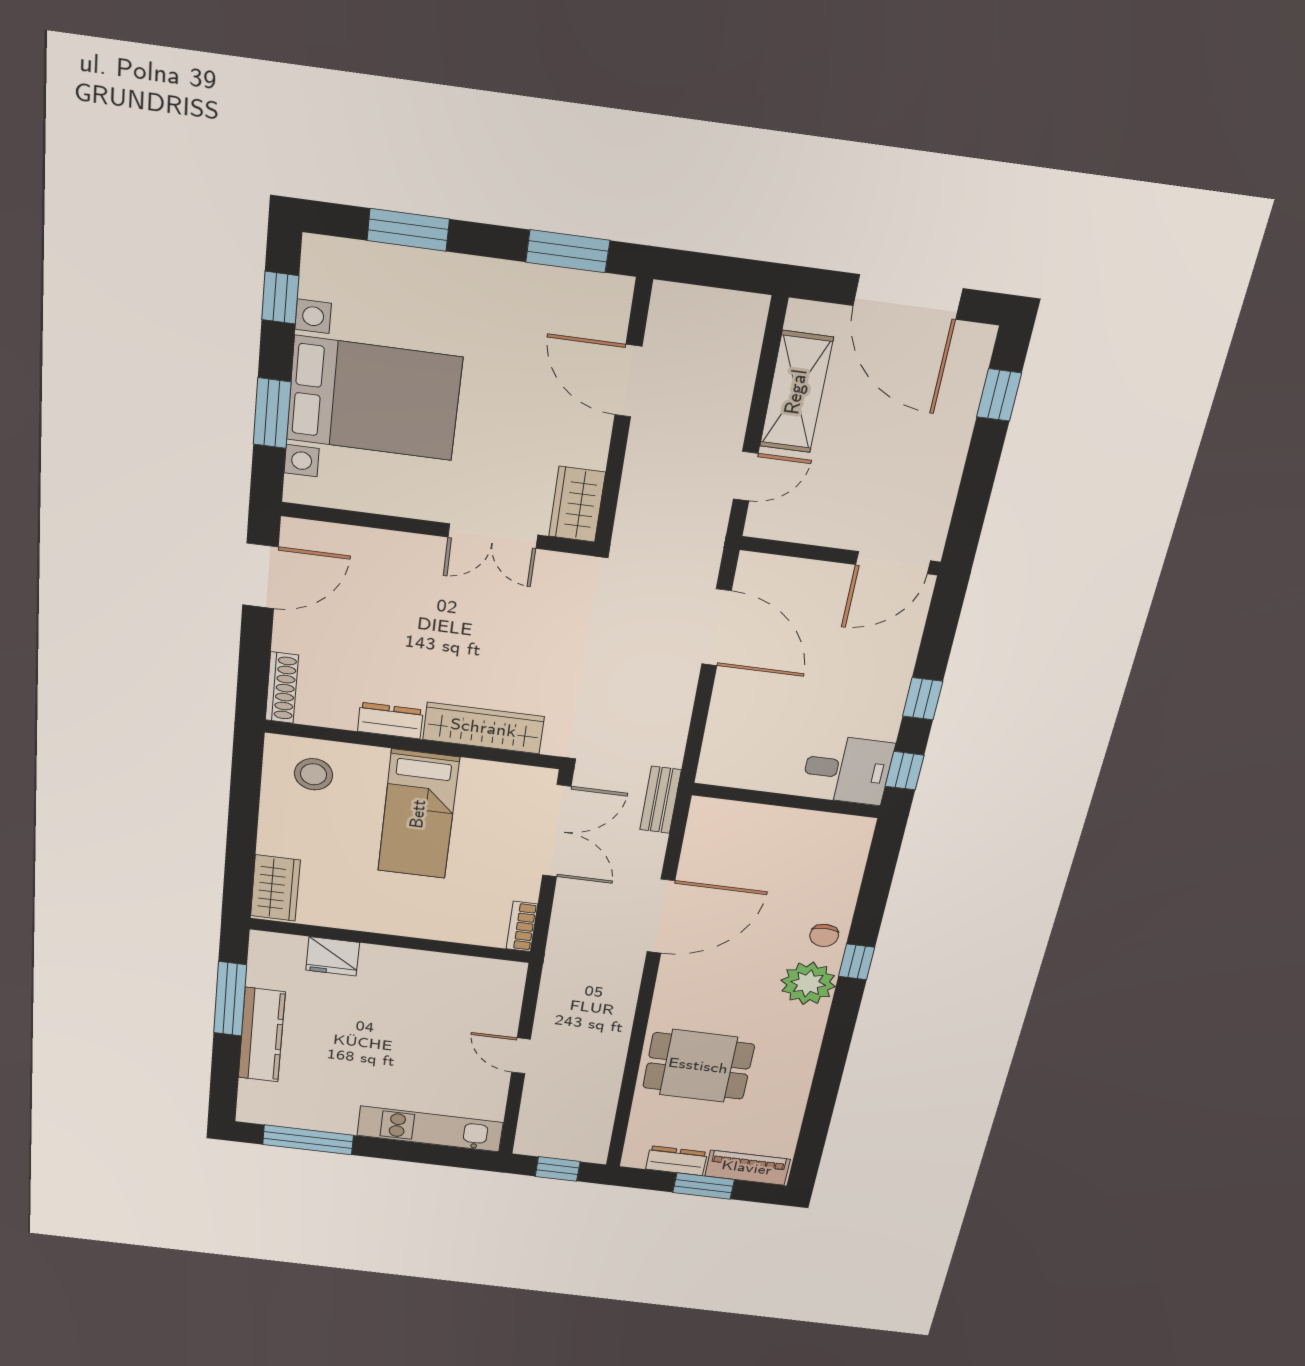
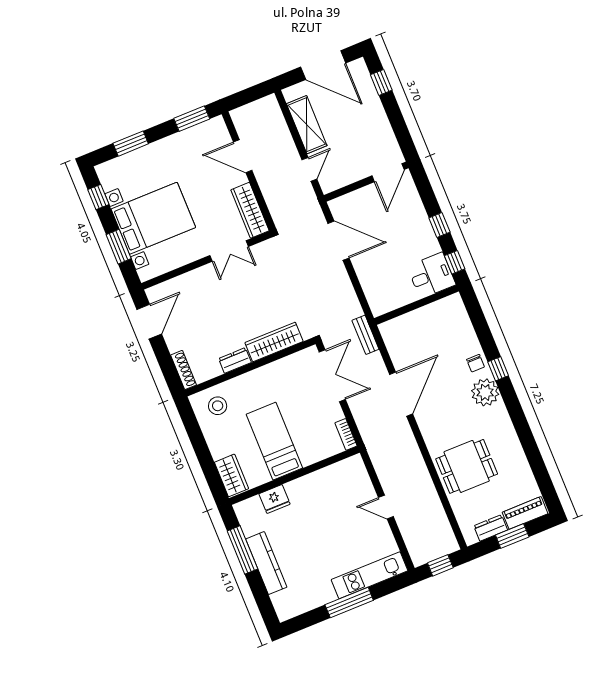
wardrobe: (577, 504) -> (250, 210), width x1.50
bed: (418, 814) -> (274, 441), moved, turned 180
window: (308, 1140) -> (349, 602), moved

